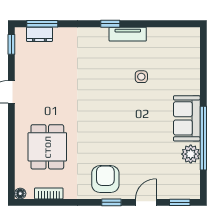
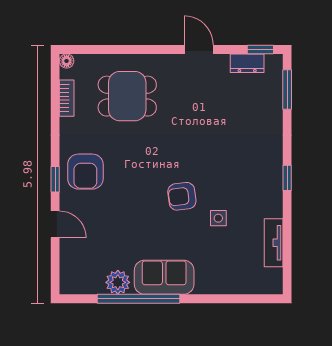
dresser: (39, 34) -> (247, 63), moved, turned -90
tv unit: (128, 34) -> (274, 243), moved
armchair: (124, 105) -> (182, 196), added
armchair: (105, 179) -> (85, 172), turned 90
window: (180, 202) -> (55, 268), removed

